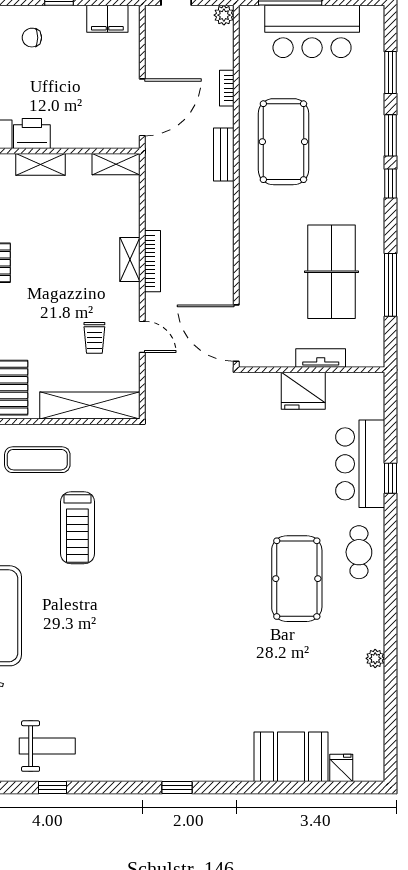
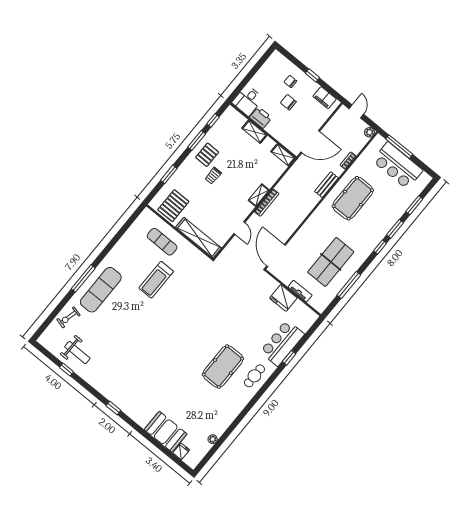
chair: (56, 73) -> (288, 102), added
trolley: (94, 338) -> (213, 176), moved
plant: (375, 658) -> (213, 439), moved

